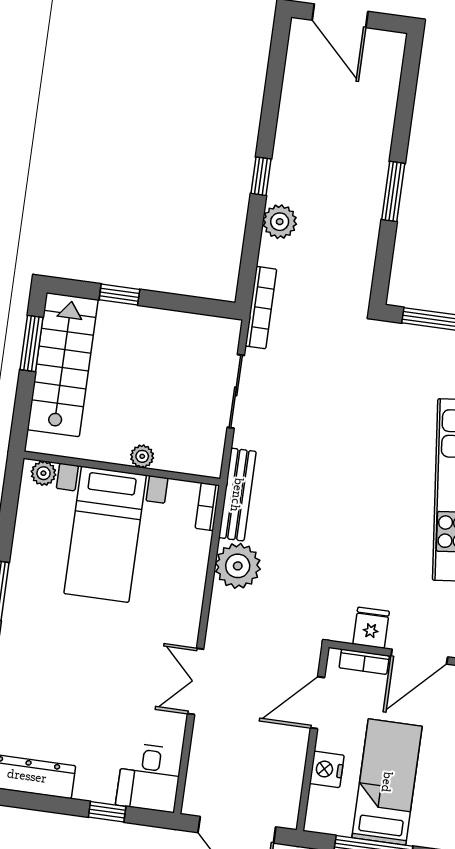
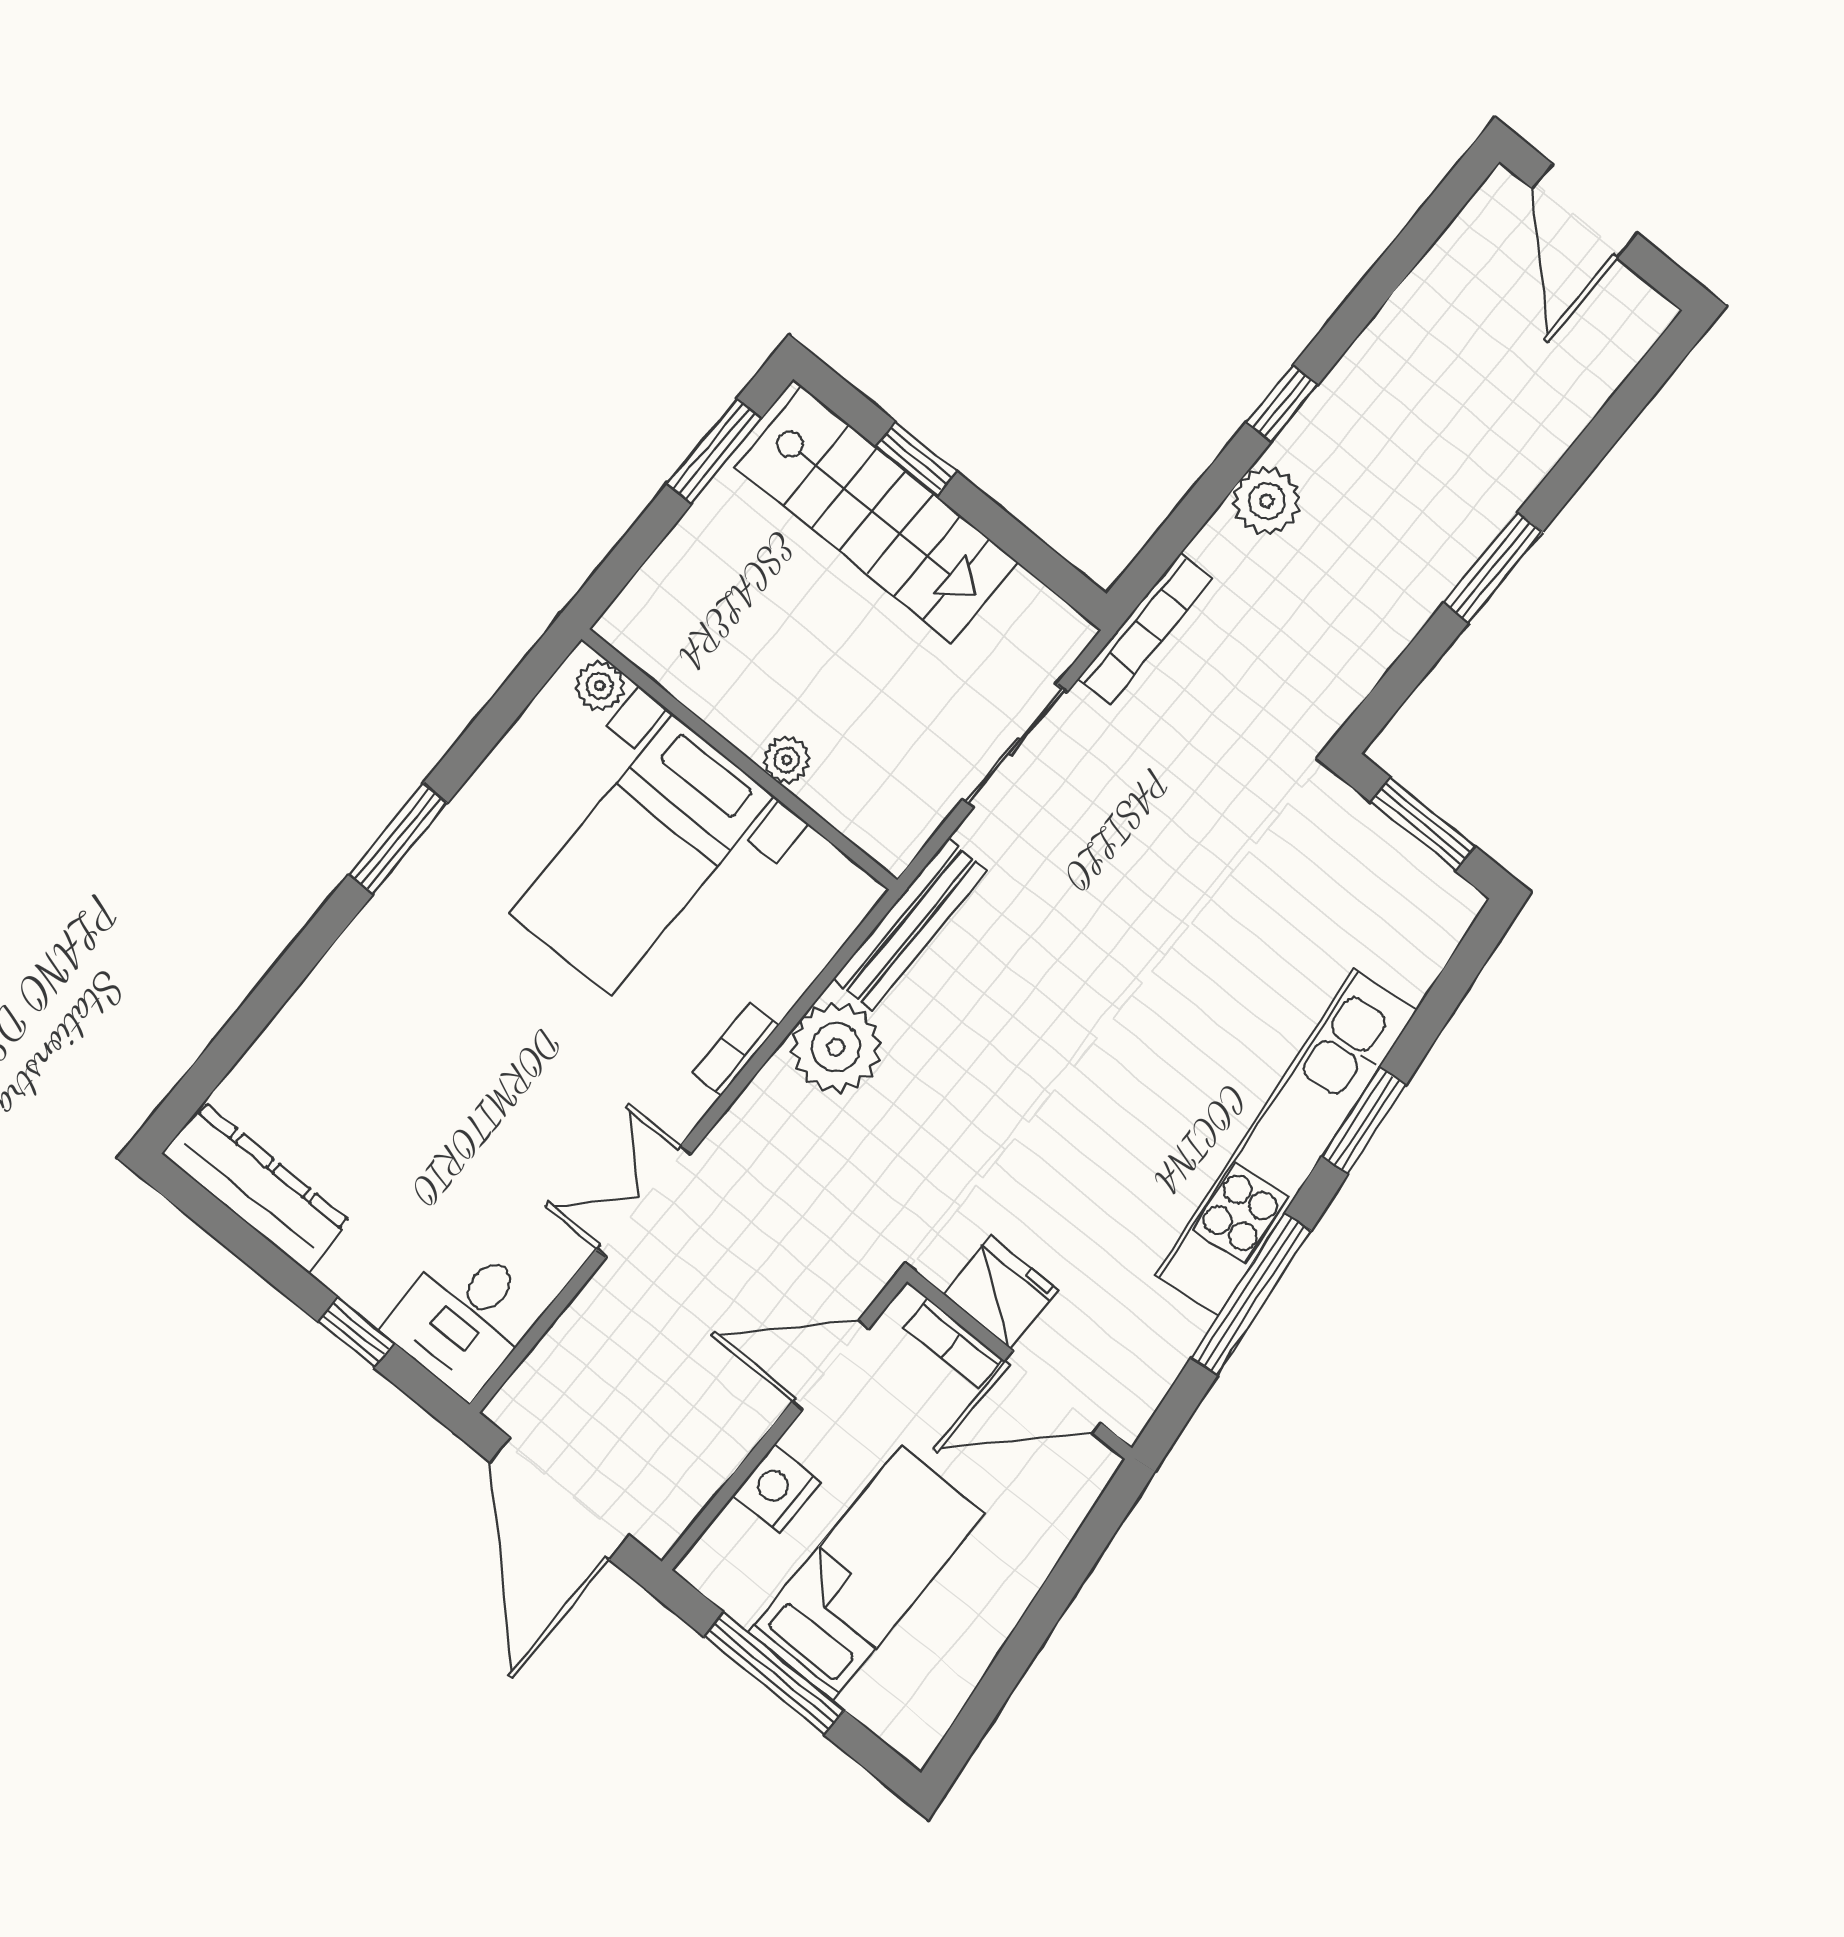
stairs: (63, 365) -> (876, 514), moved, turned 90
bookcase: (207, 507) -> (736, 1049), moved
fridge: (371, 628) -> (1000, 1292), width x1.38

